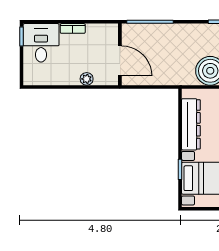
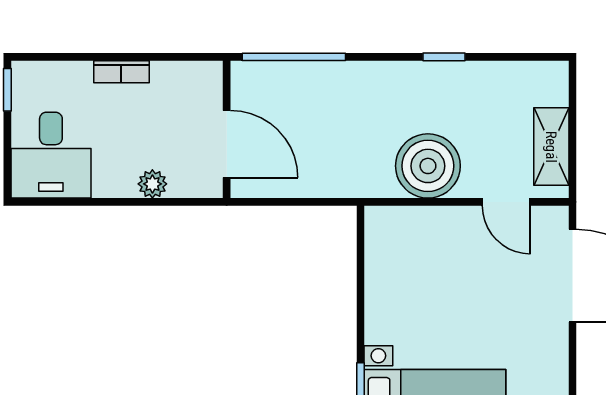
desk: (41, 43) -> (51, 155), moved, turned 180
dresser: (191, 124) -> (385, 285), removed

